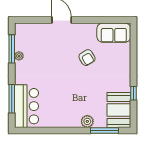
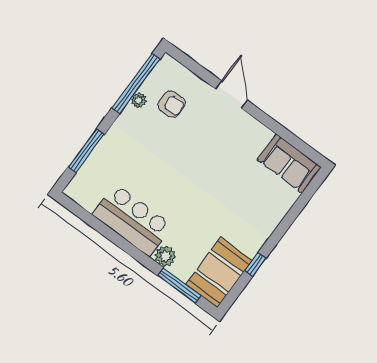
window: (12, 49) -> (136, 84), width x1.46
armchair: (87, 58) -> (172, 104), moved, turned -62
bar counter: (26, 106) -> (132, 220), moved, turned -90

